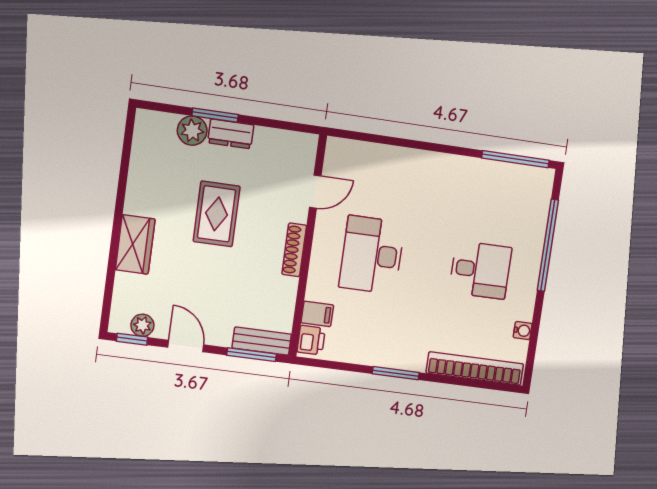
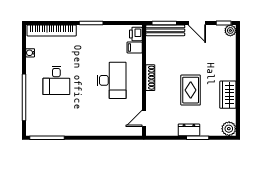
plant: (192, 131) -> (229, 129), moved
door: (315, 192) -> (144, 118), moved
wardrobe: (135, 244) -> (228, 95), moved
desk: (480, 270) -> (56, 80), turned -90
plant: (142, 325) -> (230, 30), moved
bench: (262, 341) -> (165, 30), width x1.36

